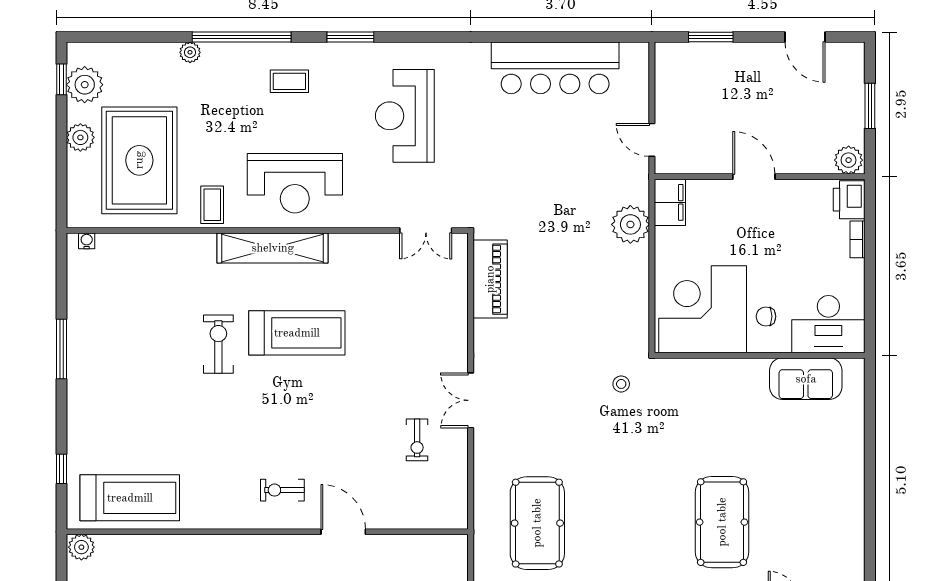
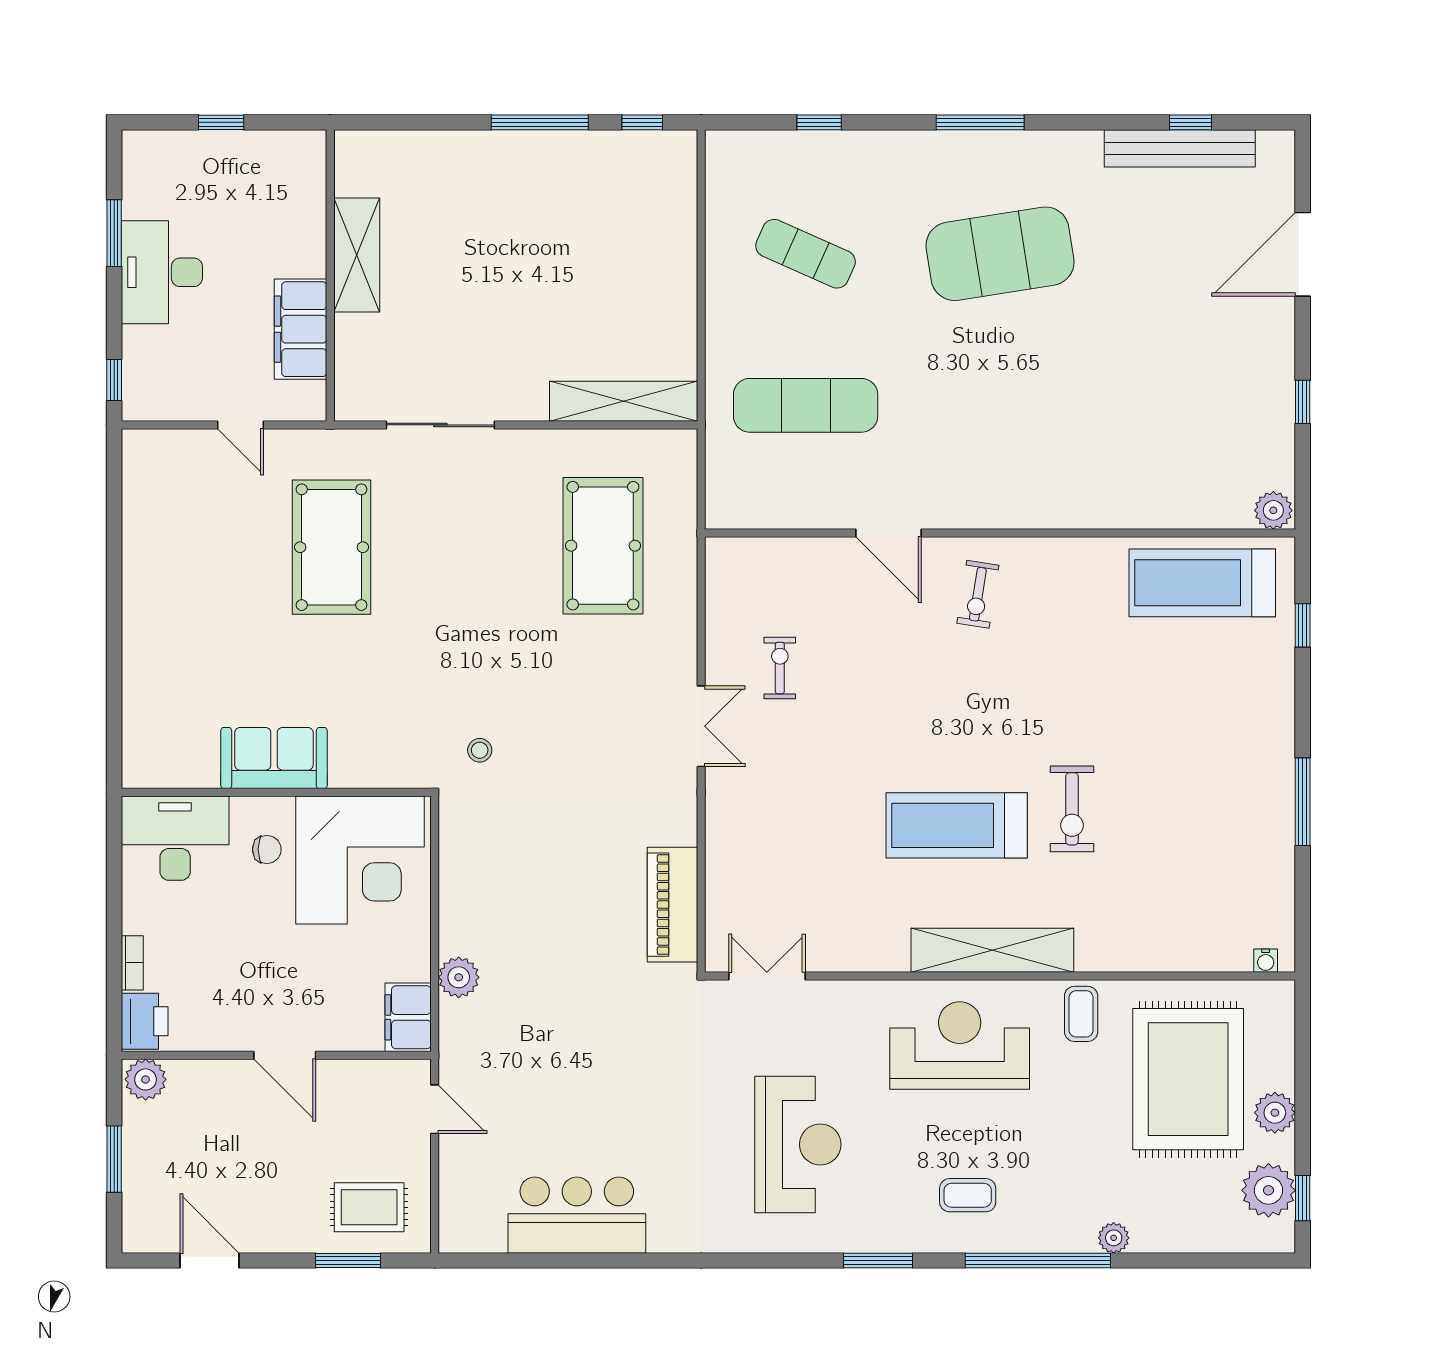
bar counter: (555, 68) -> (577, 1215), width x0.73
rug: (696, 73) -> (369, 1207), added
plant: (630, 224) -> (459, 977), width x0.73, depth x0.73
sofa: (806, 379) -> (274, 758), moved
exercise bike: (282, 490) -> (978, 594), turned 99

